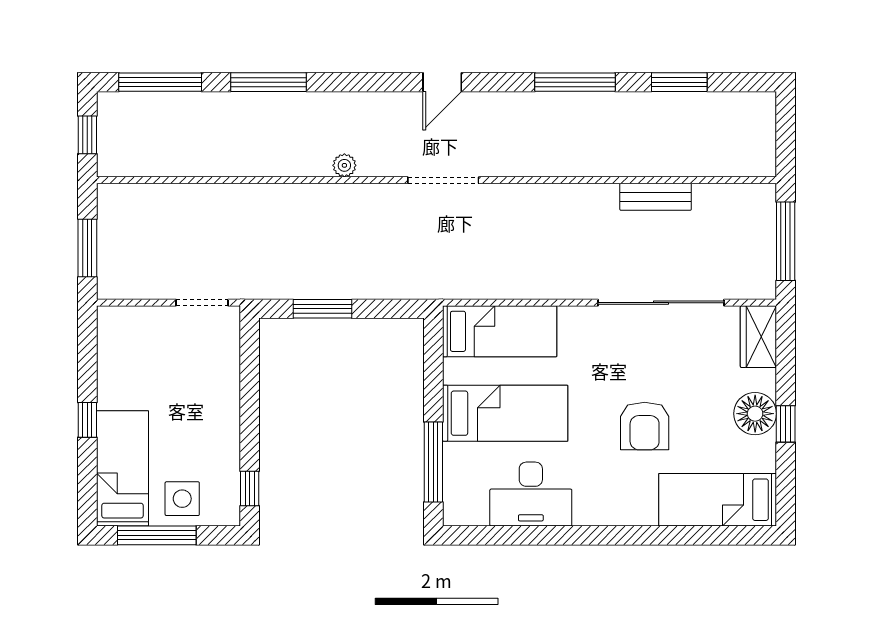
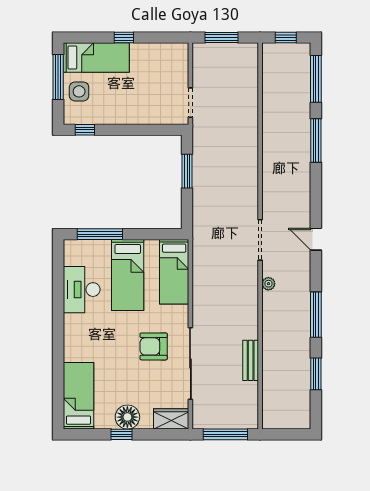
plant: (344, 165) -> (268, 284), moved
armchair: (645, 426) -> (154, 346), moved

